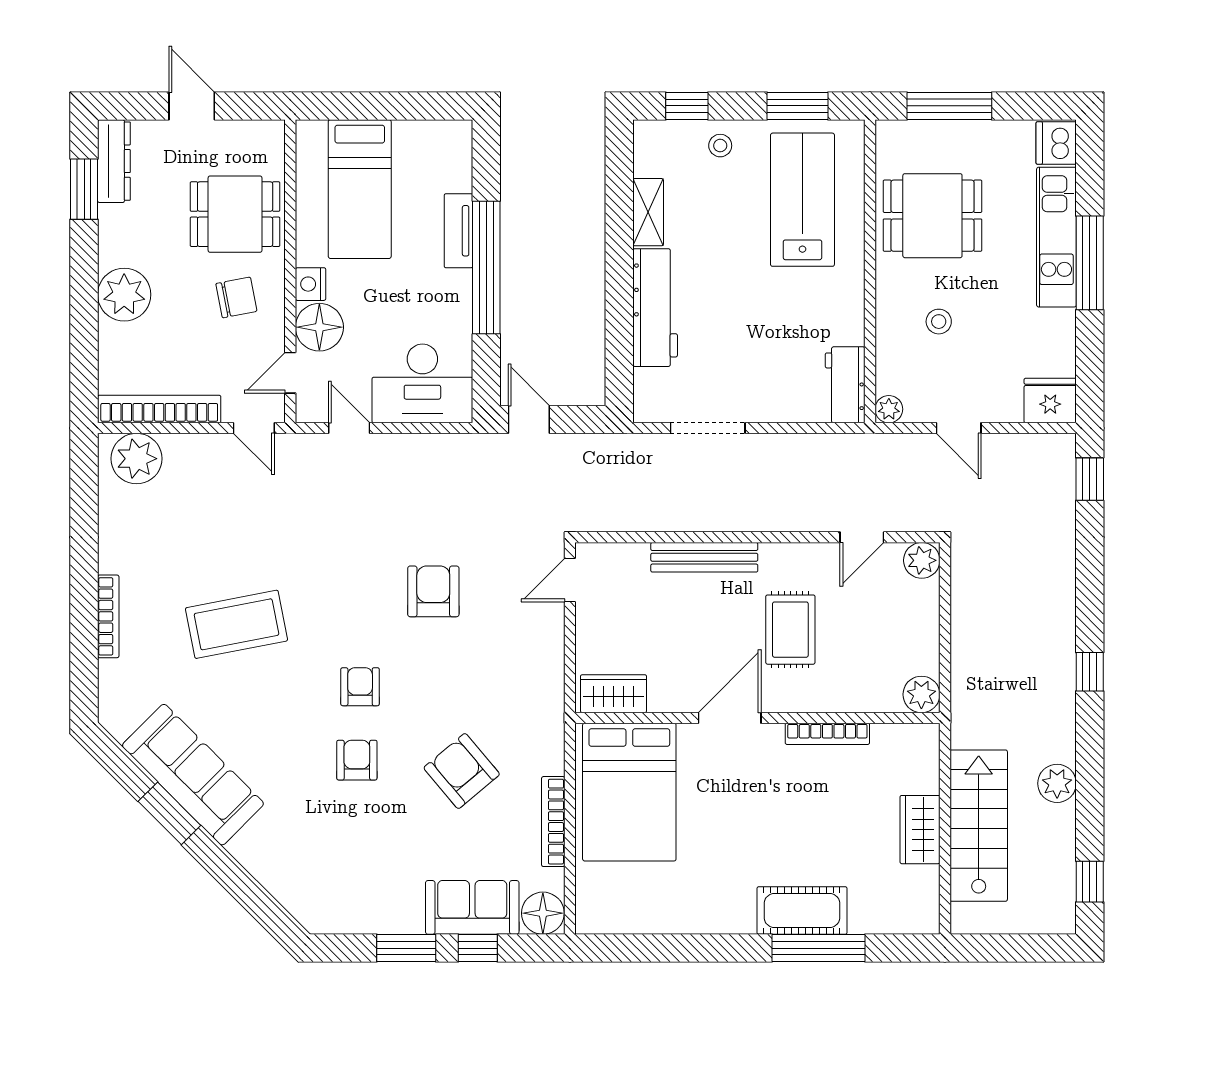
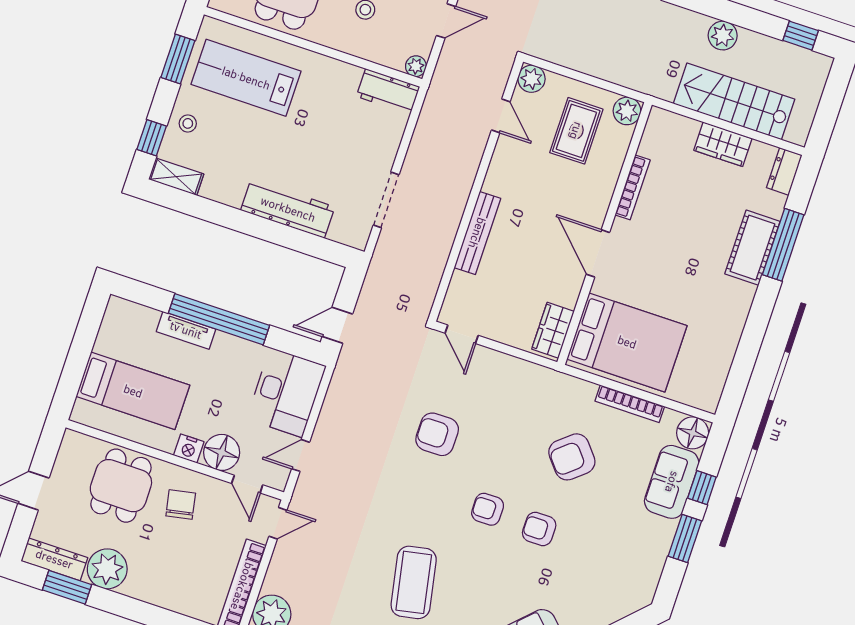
shelving: (648, 212) -> (176, 177), moved
plant: (124, 295) -> (107, 569), moved
rug: (790, 630) -> (576, 131), moved, turned 90
dresser: (912, 919) -> (784, 171), added

